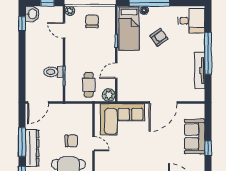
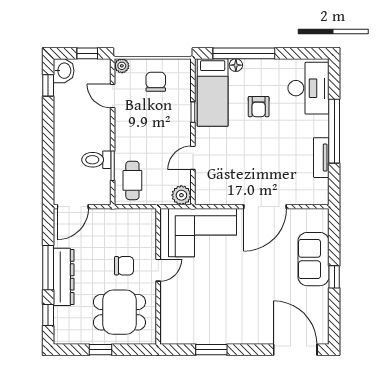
desk: (191, 21) -> (309, 88), width x1.37
armchair: (159, 37) -> (259, 107), turned 126
tv unit: (200, 70) -> (321, 158), width x0.71
cafe table: (89, 85) -> (132, 180), moved
door: (94, 144) -> (158, 270), hinge flipped

